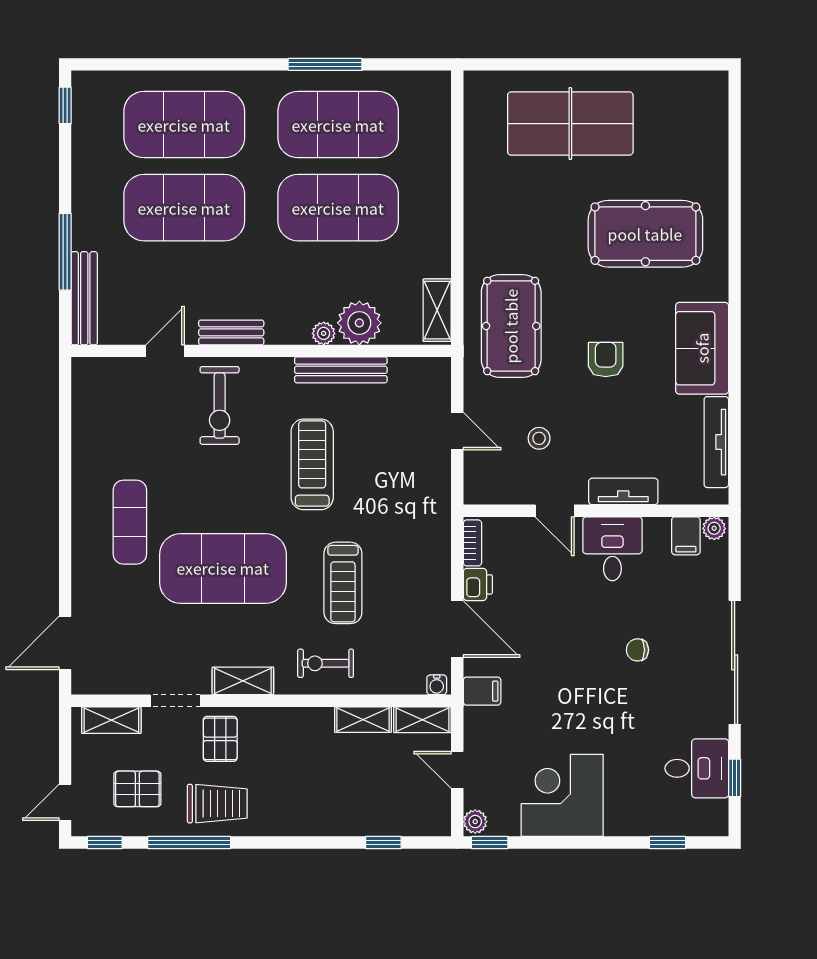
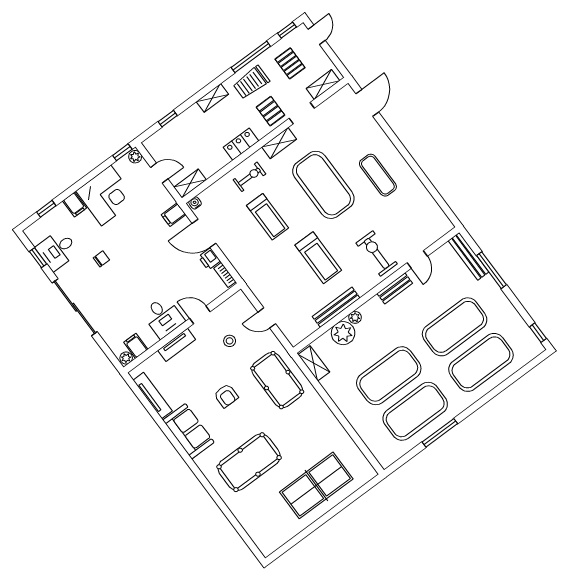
exercise mat: (223, 568) -> (323, 185), turned 90
treadmill: (343, 583) -> (268, 217), turned 180
chair: (637, 650) -> (101, 259), moved
shelving: (363, 720) -> (212, 98), moved
locker: (302, 722) -> (241, 144), added
pallet: (137, 789) -> (290, 63), turned 90
filing cabinet: (620, 817) -> (75, 204), added

